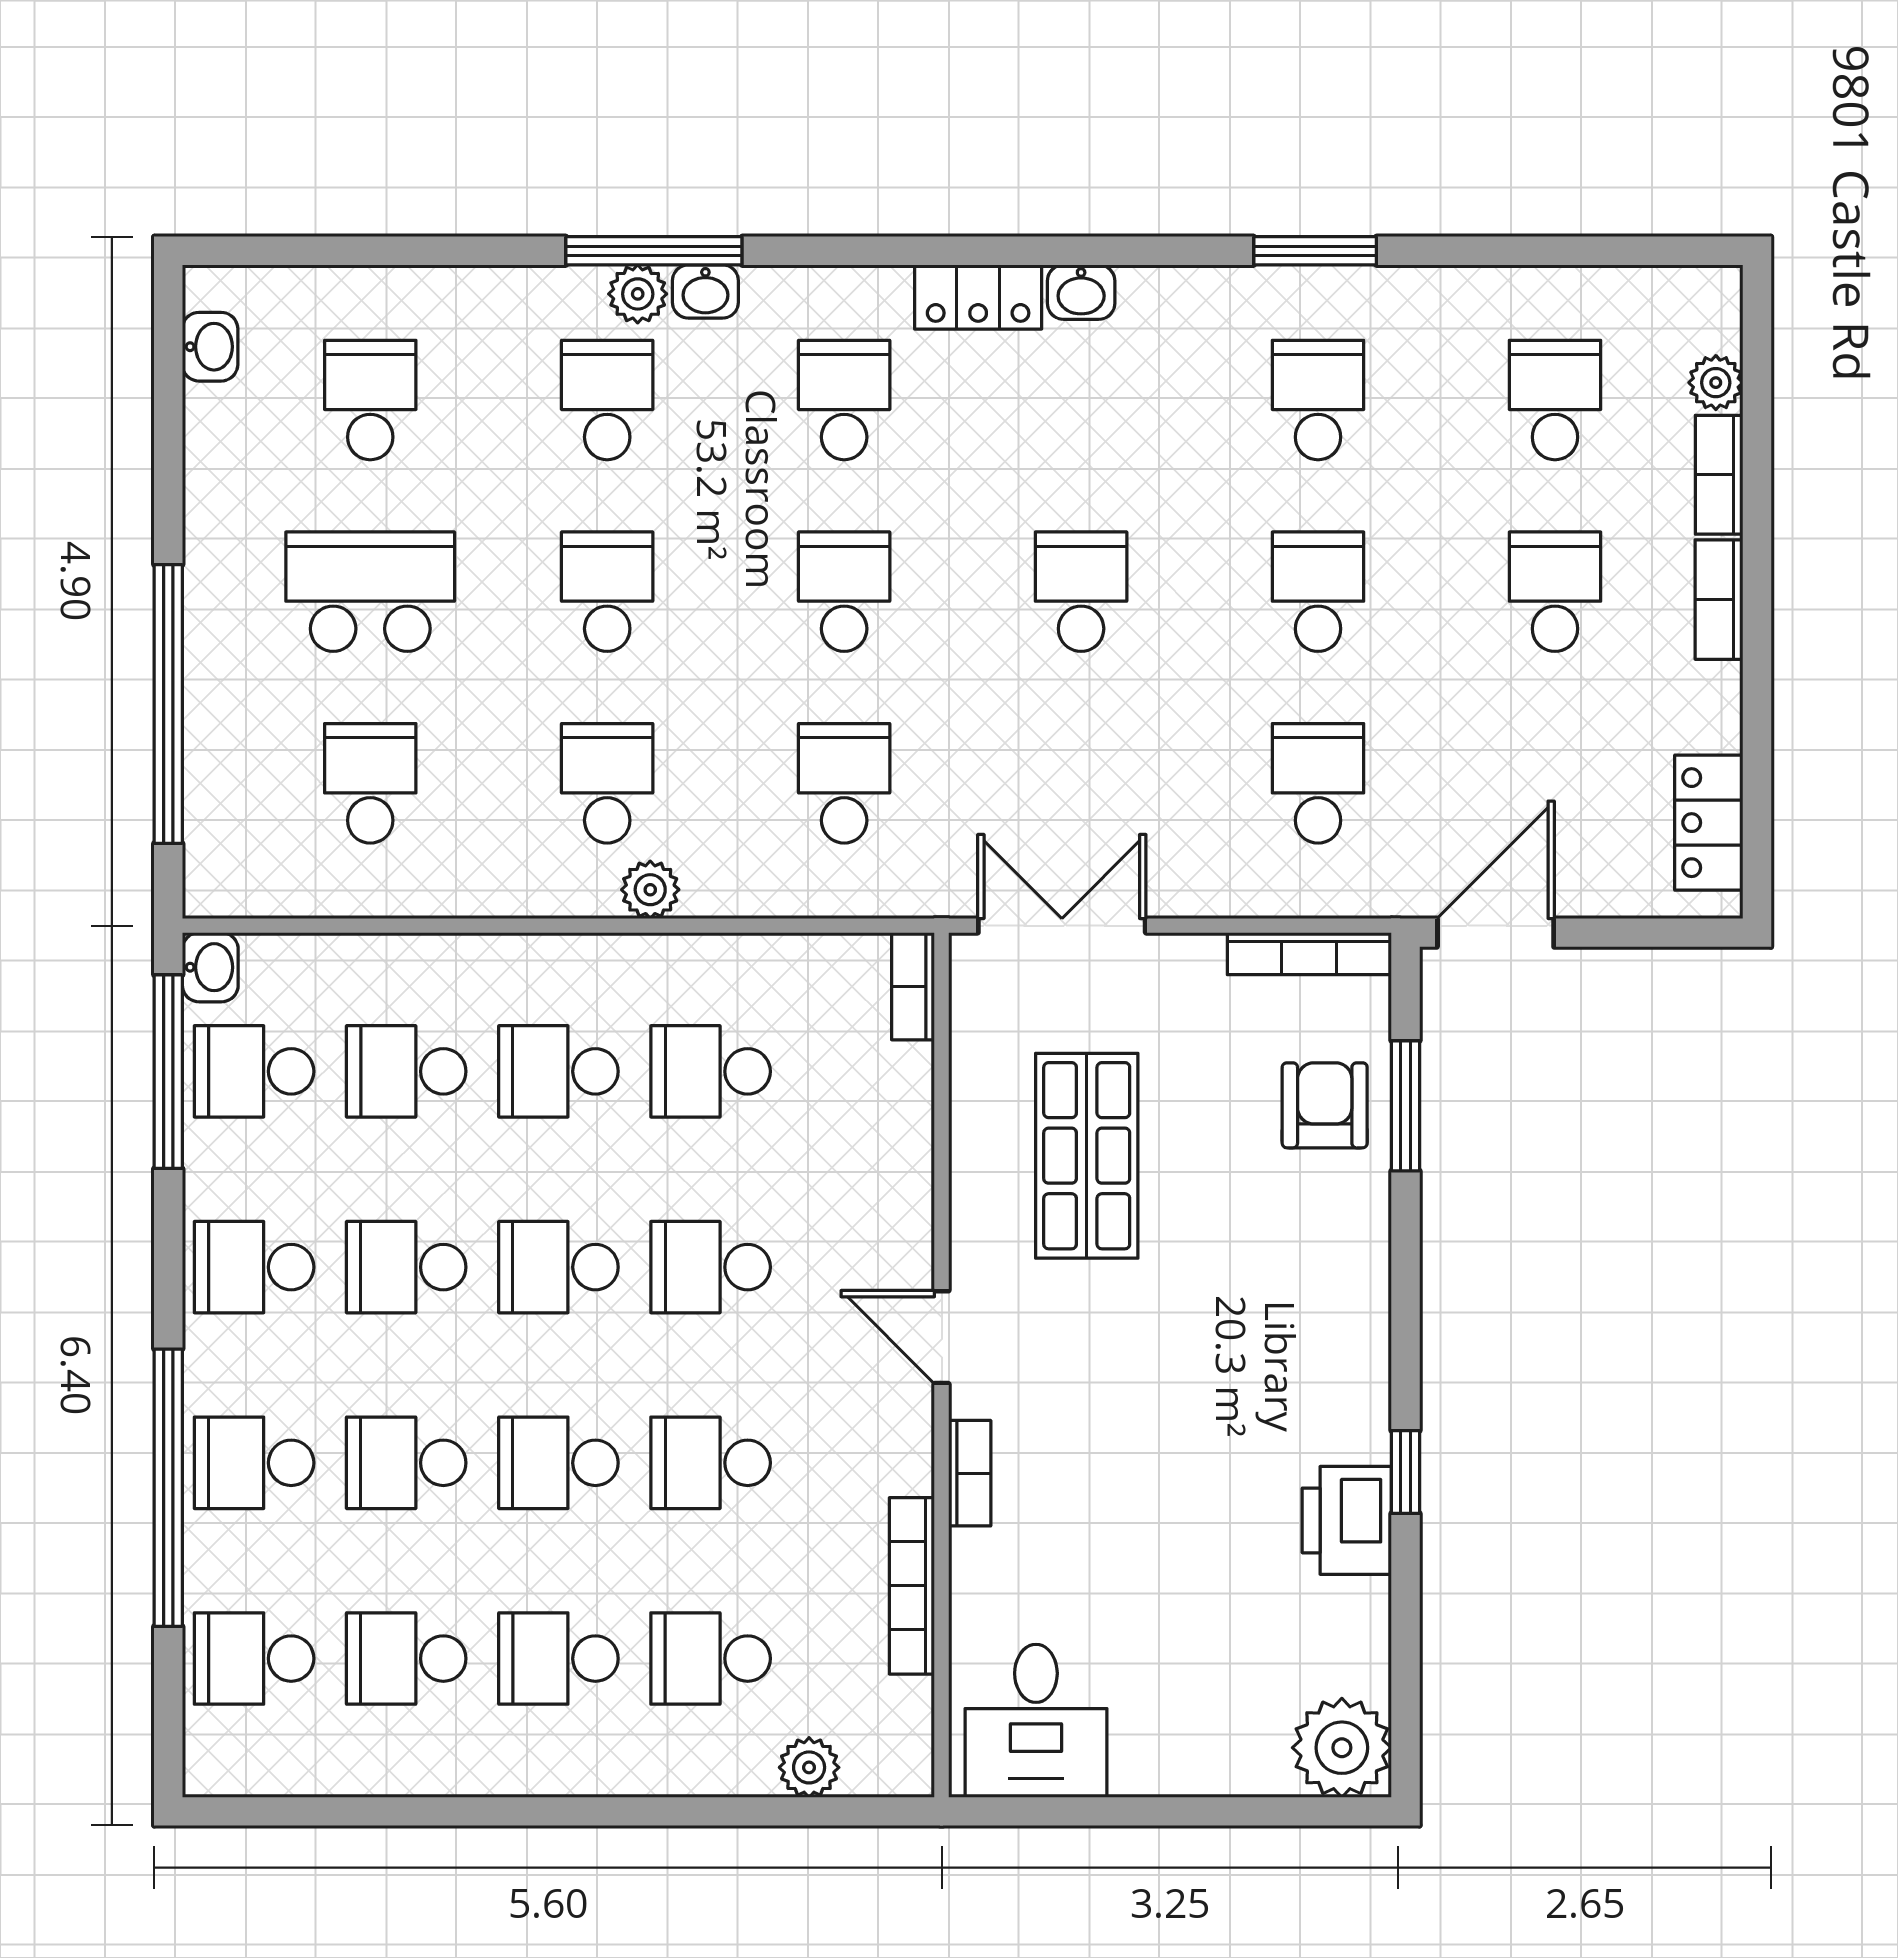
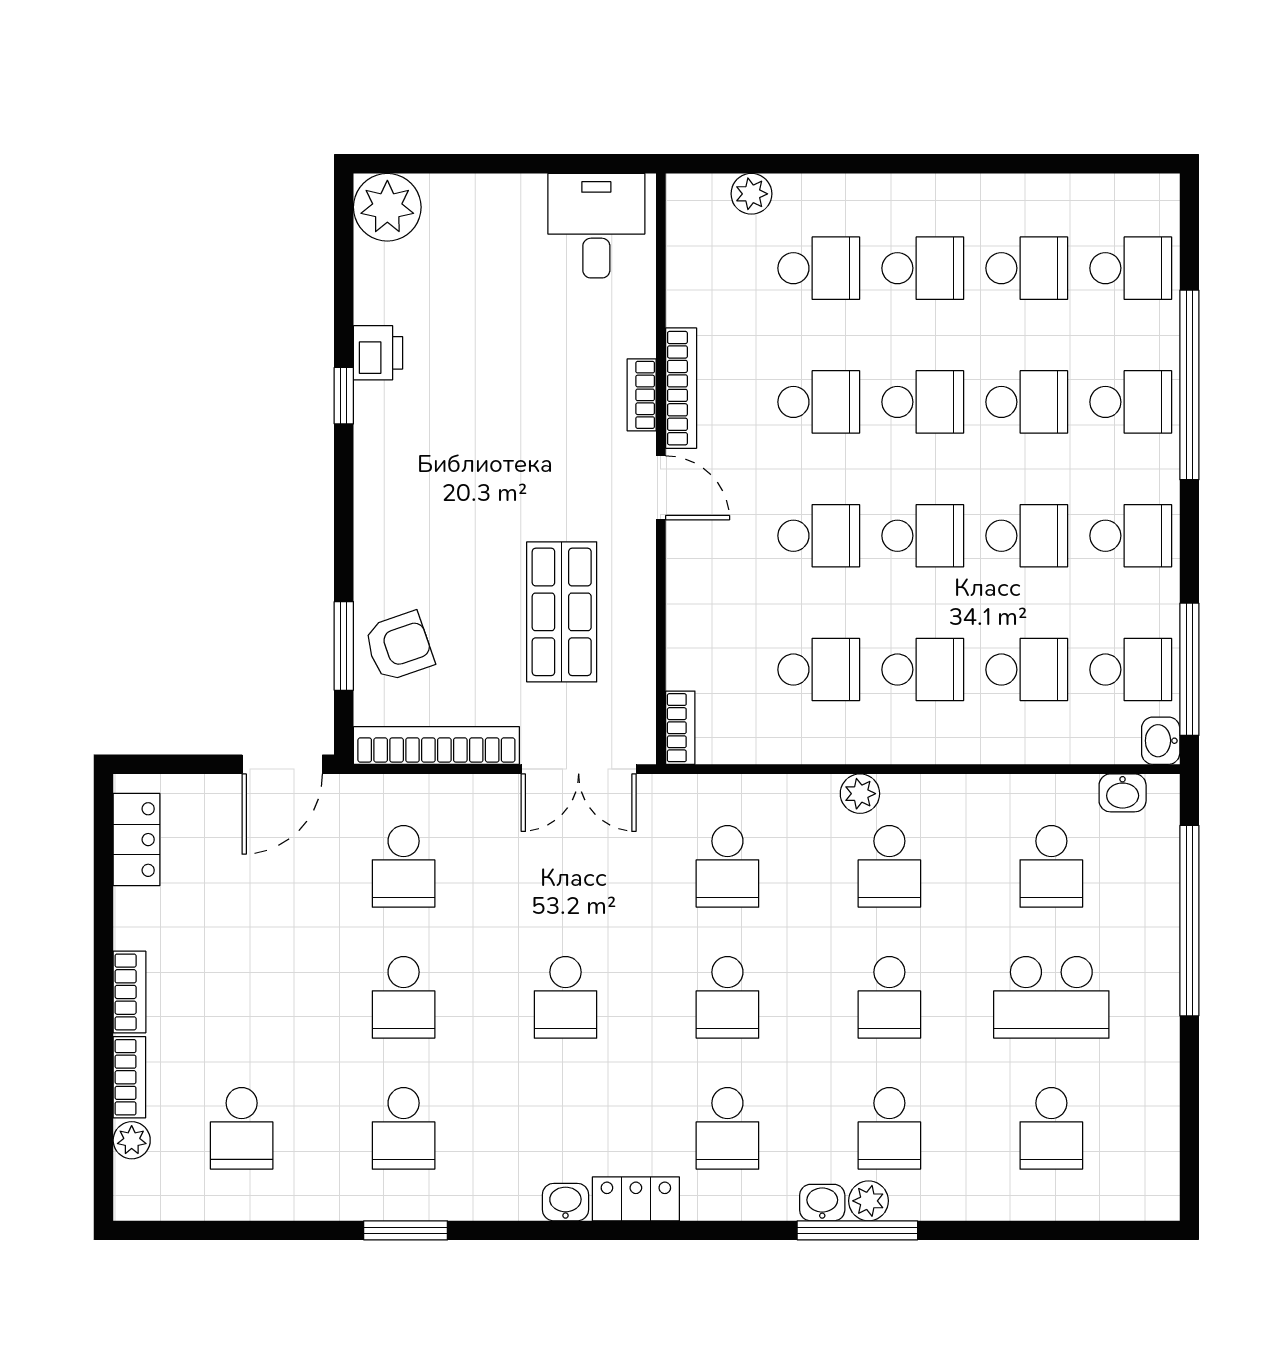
washbasin: (210, 347) -> (1123, 793), moved, turned -90
school desk: (1555, 592) -> (242, 997), removed
bookcase: (1309, 954) -> (436, 745), width x1.48, depth x1.31
armchair: (1325, 1105) -> (399, 646), turned -109
printer: (1347, 1520) -> (378, 353), width x0.73, depth x0.81
bookcase: (912, 1586) -> (681, 388), moved

